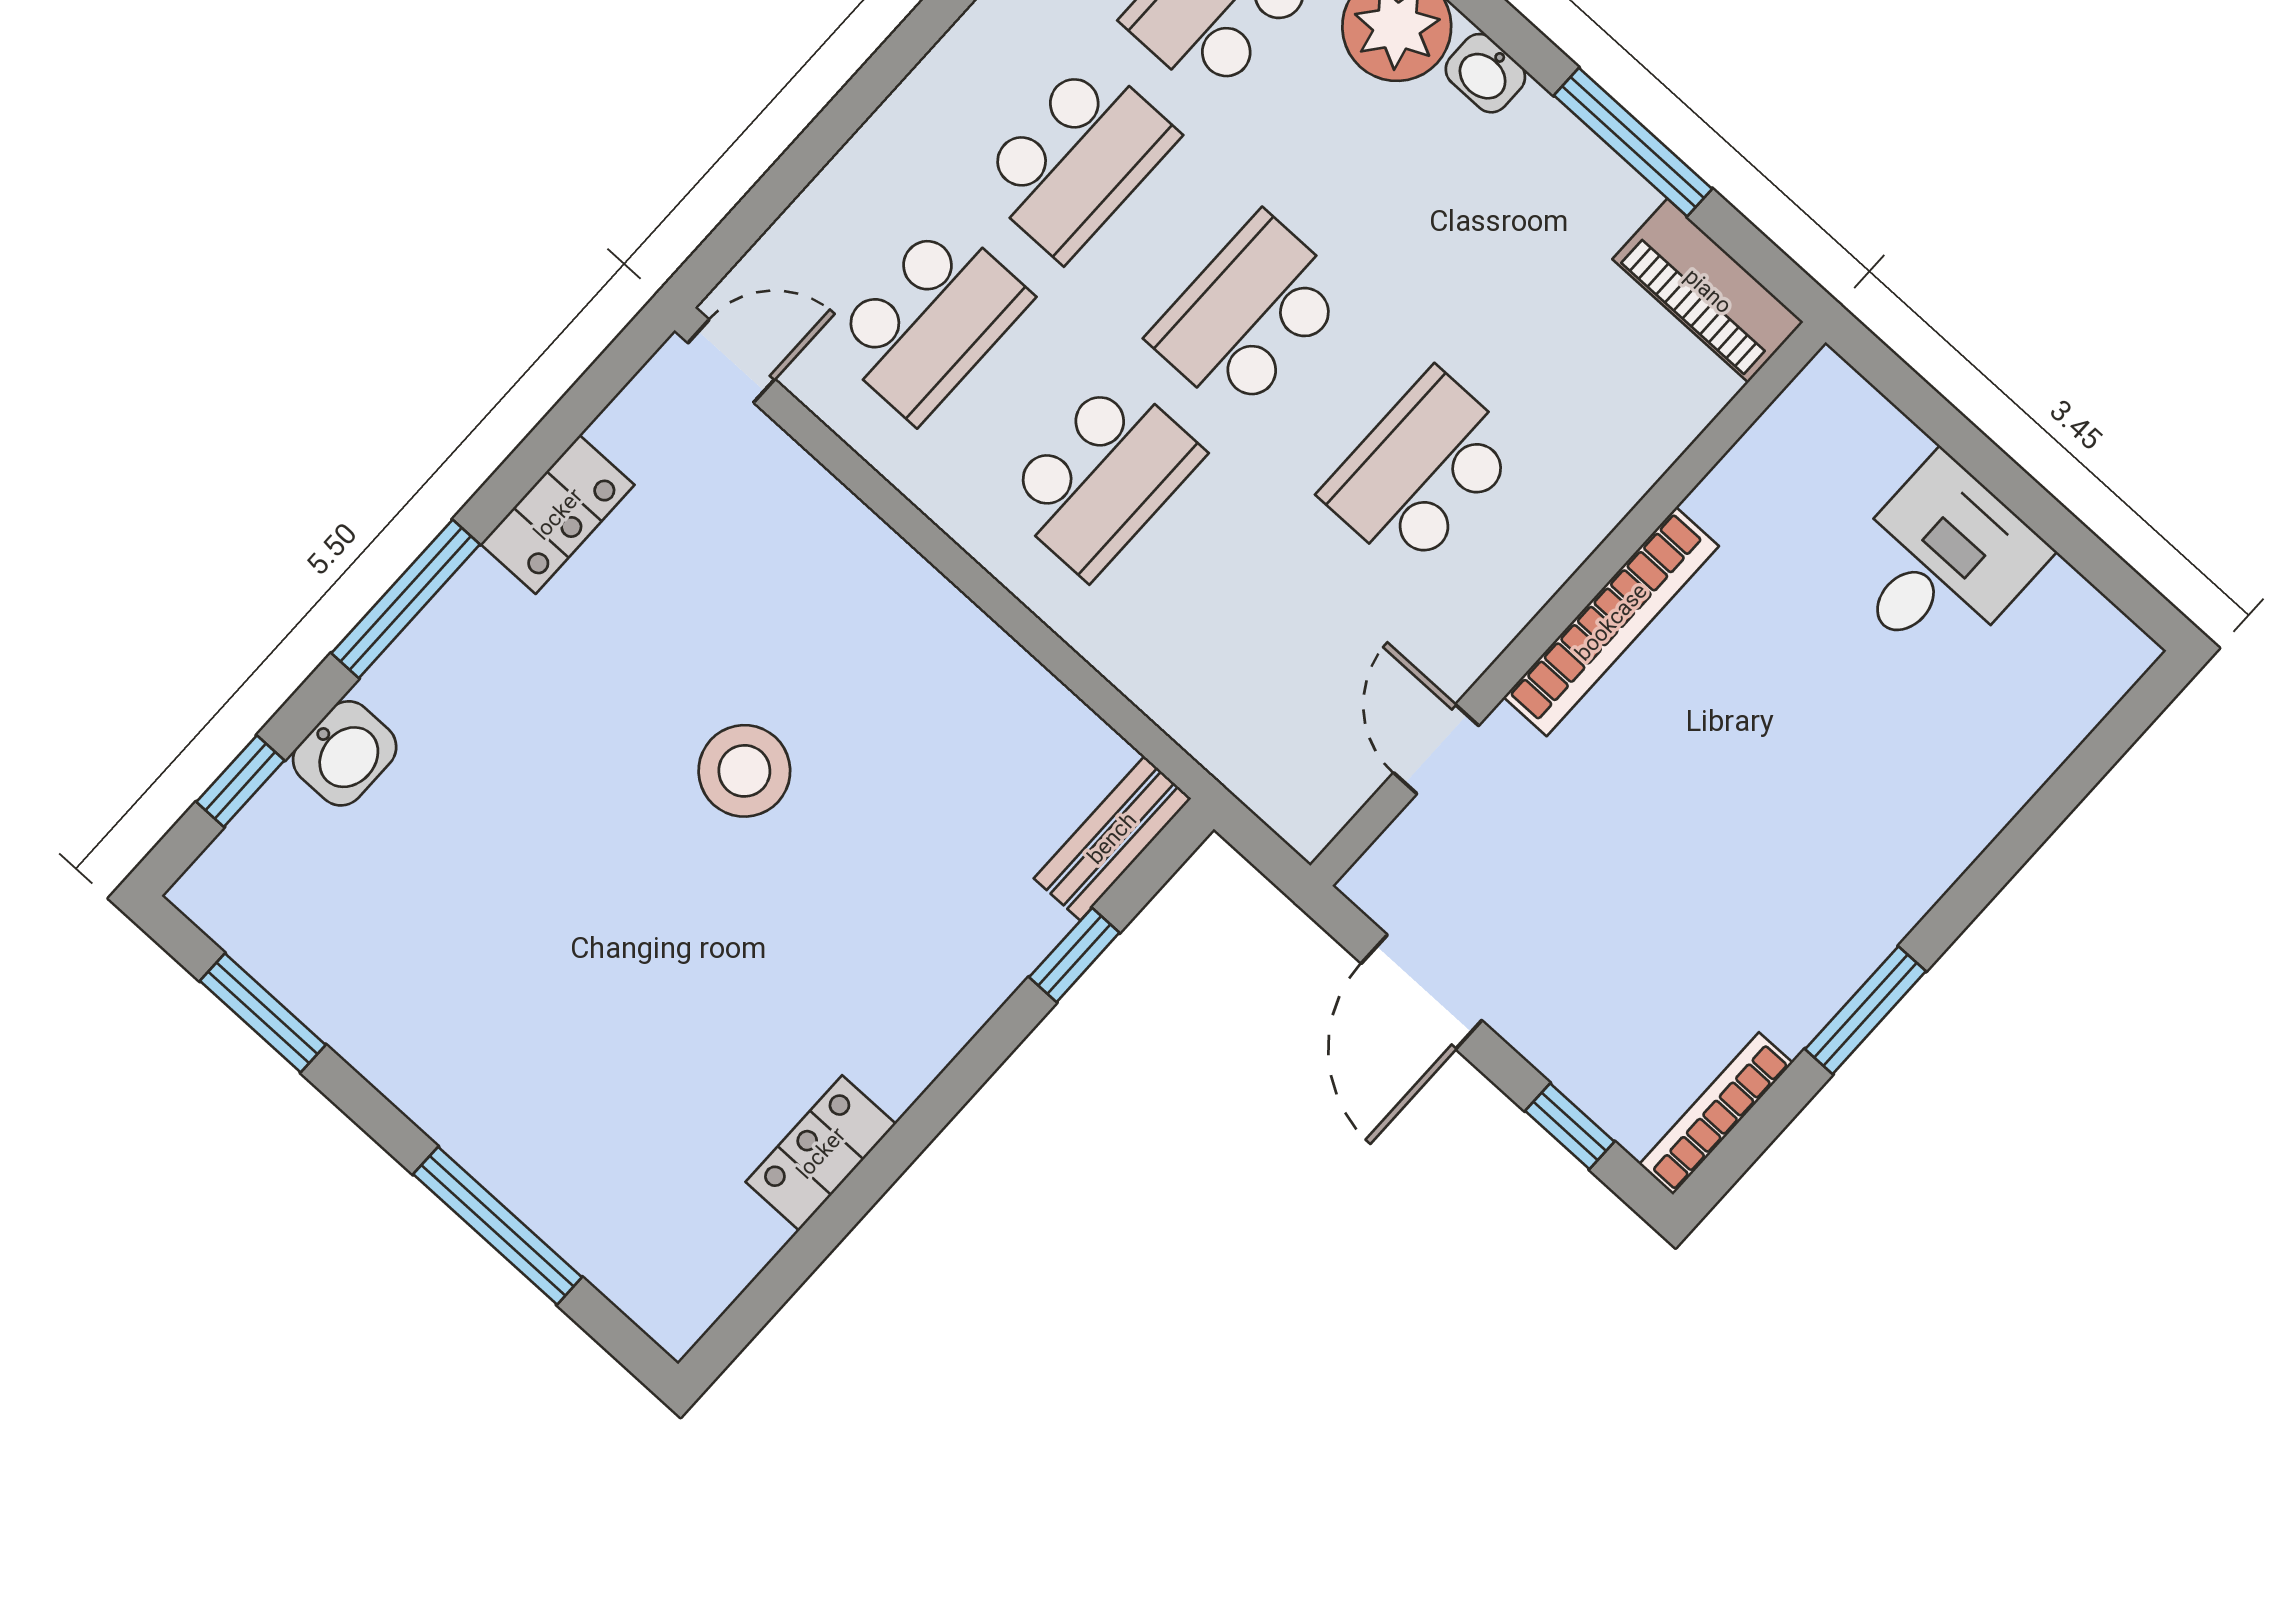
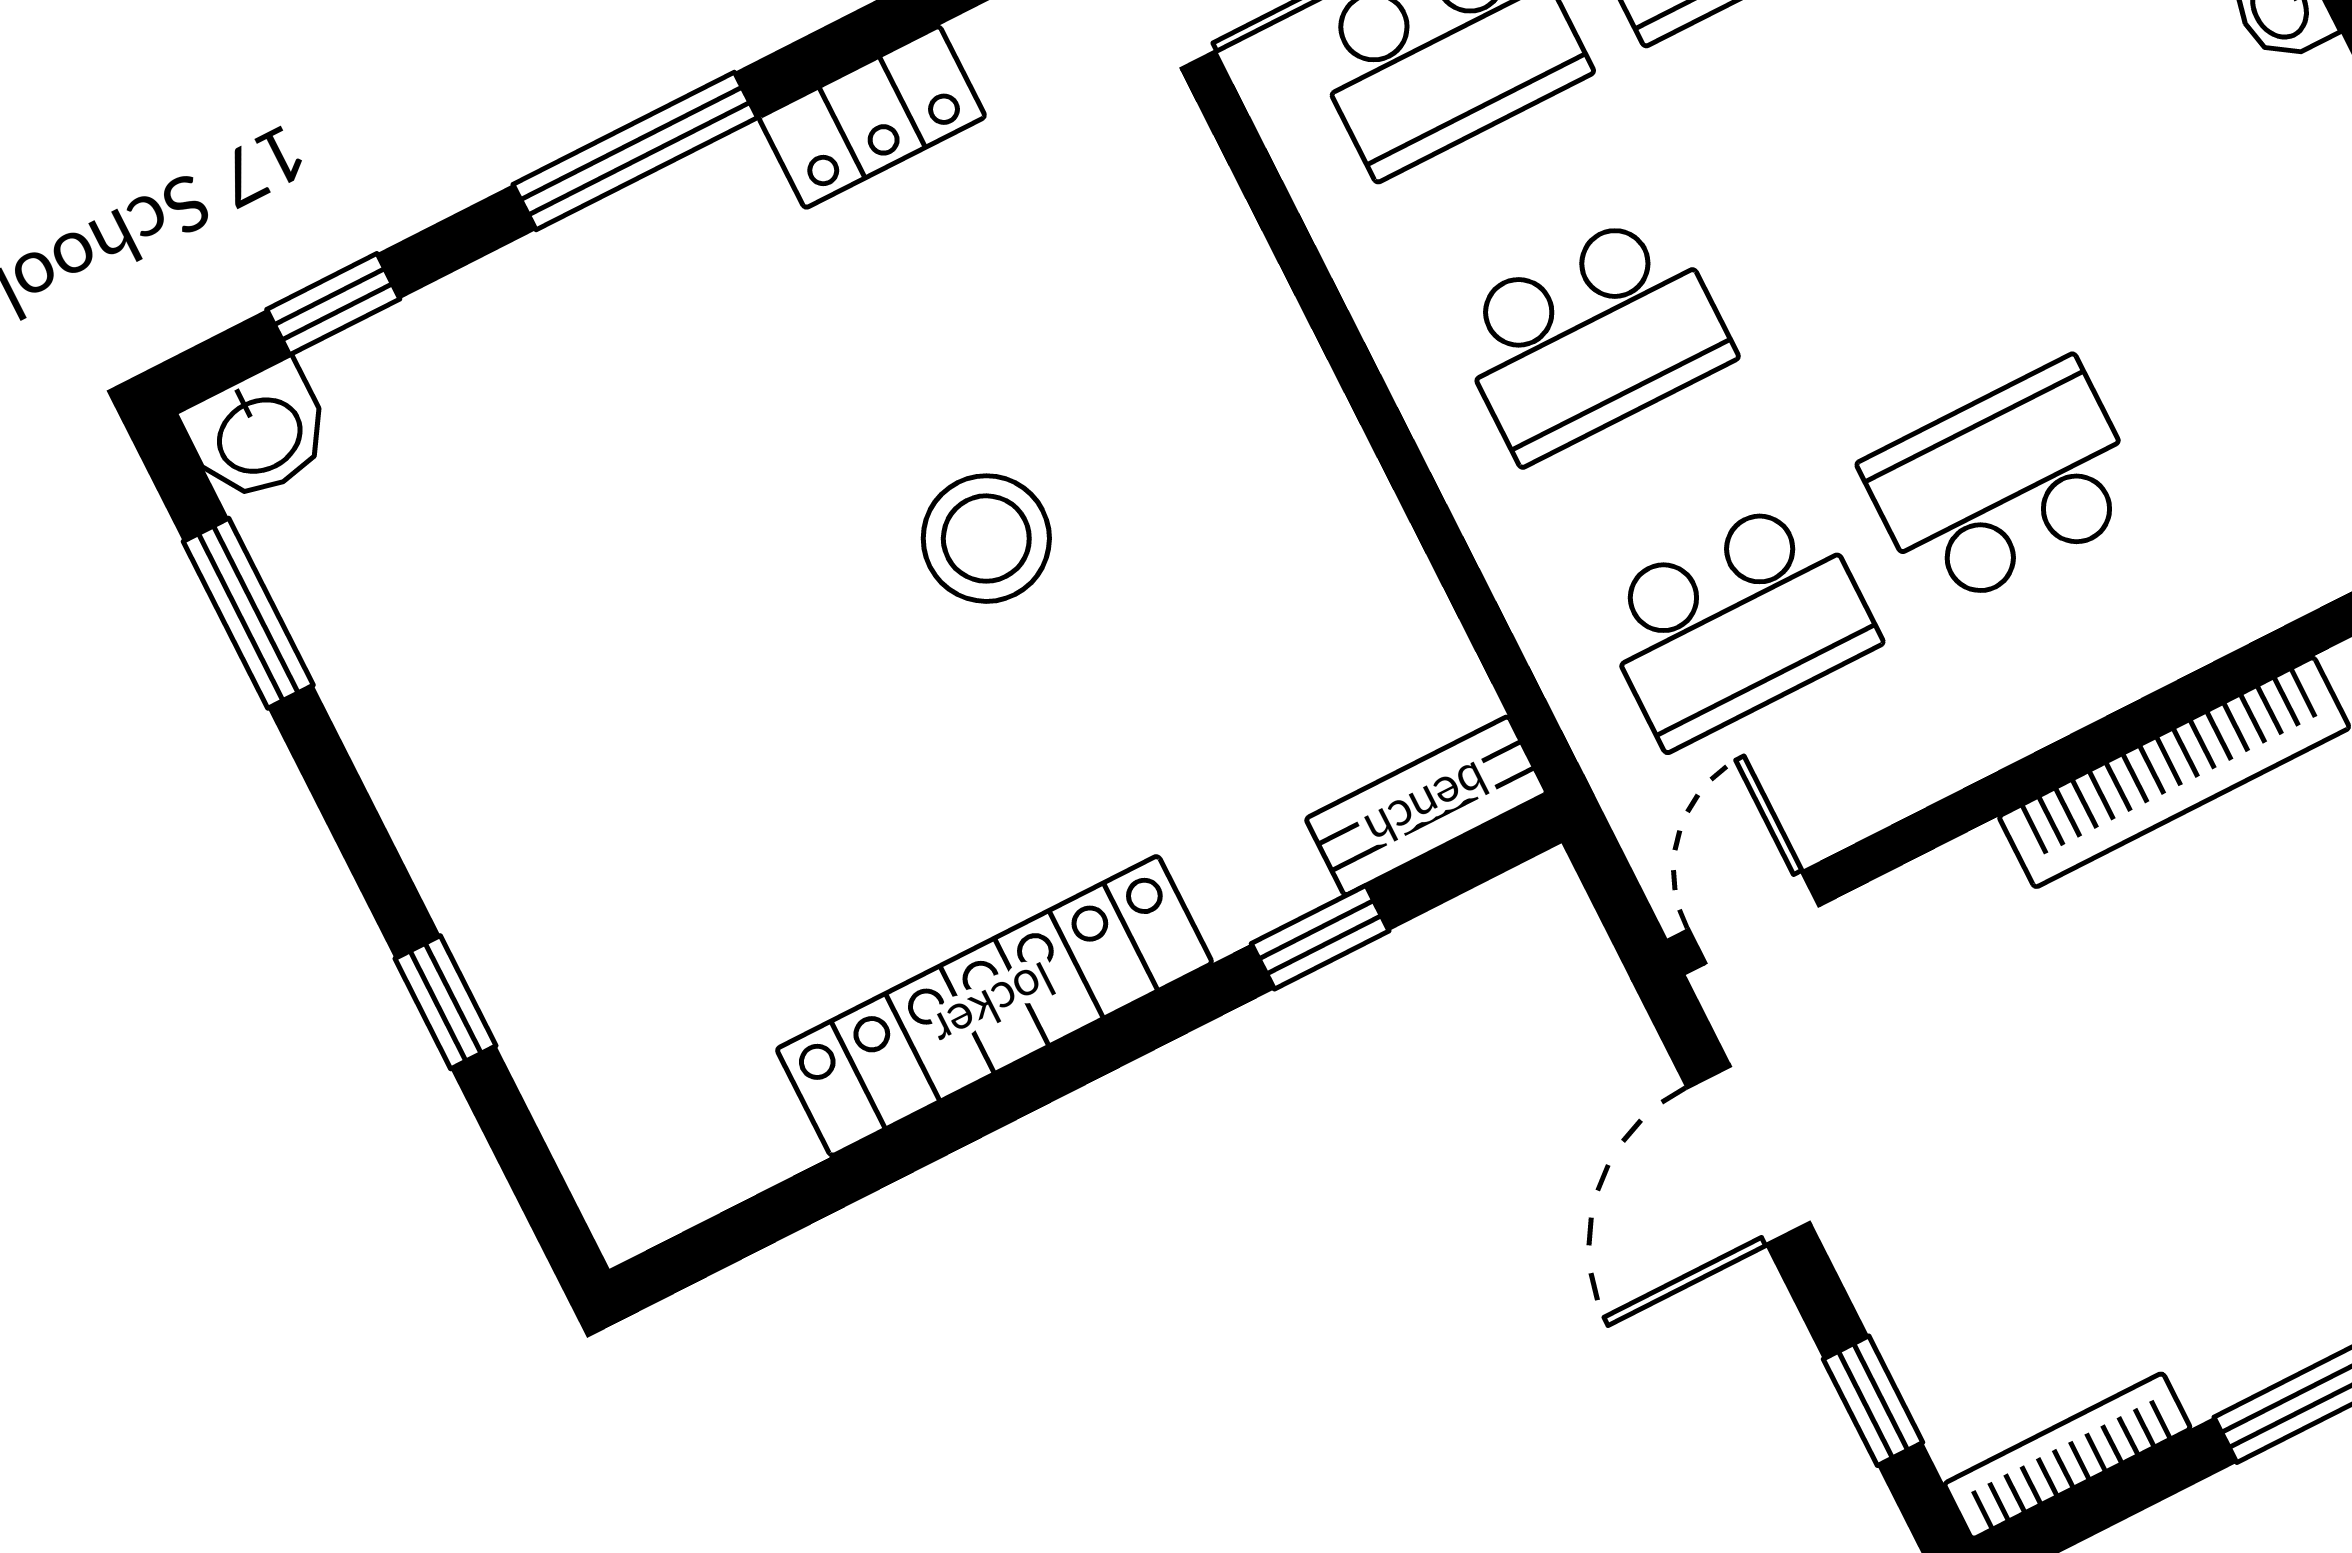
school desk: (1249, 315) -> (1736, 621), moved, turned 180
door: (1436, 749) -> (1754, 918), moved
washbasin: (345, 753) -> (258, 433), moved
locker: (821, 1153) -> (994, 1006), width x2.16, depth x1.21
window: (498, 1226) -> (446, 1002), width x0.46

